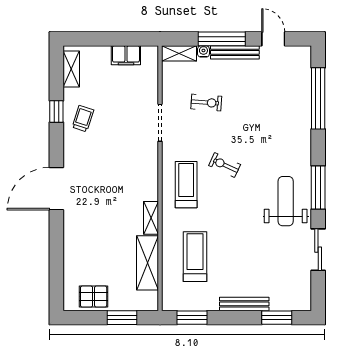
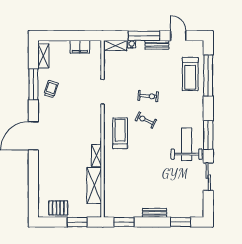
bench: (235, 52) -> (157, 45), width x0.73
exercise bike: (206, 103) -> (148, 96), moved
window: (56, 112) -> (33, 84), width x2.17
treadmill: (195, 257) -> (190, 74), moved, turned 180
bench: (244, 304) -> (155, 213), width x0.73

